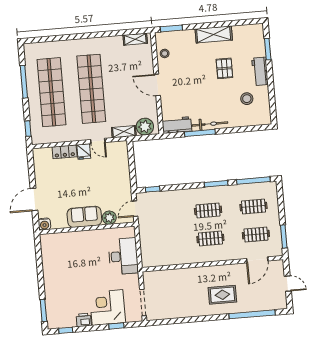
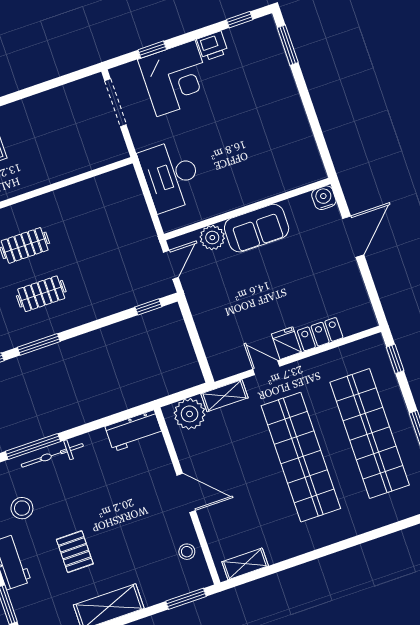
bicycle: (210, 124) -> (52, 455), moved
window: (200, 133) -> (33, 446), moved

